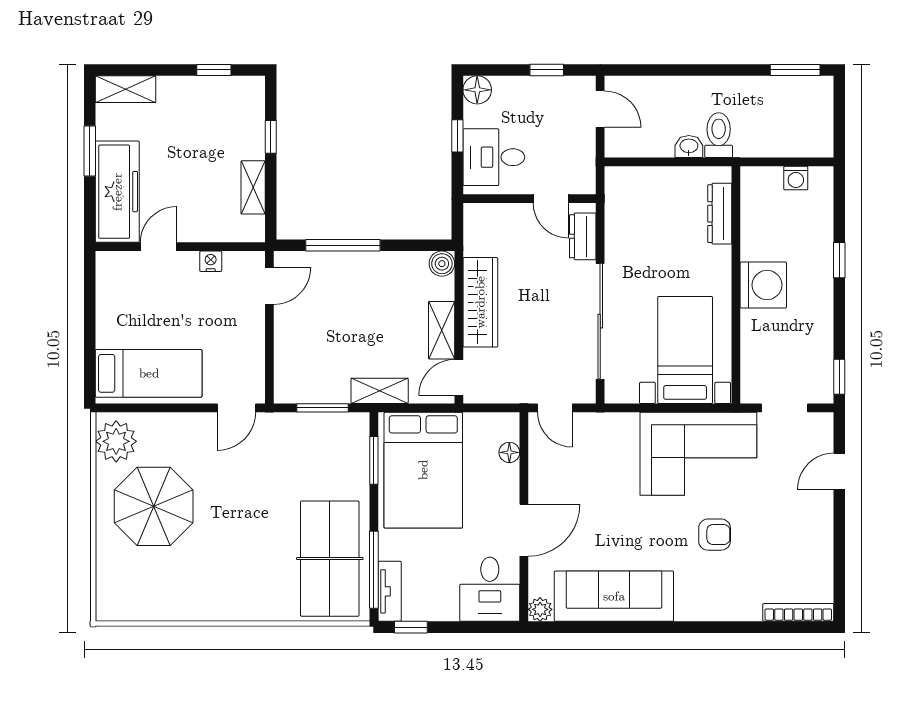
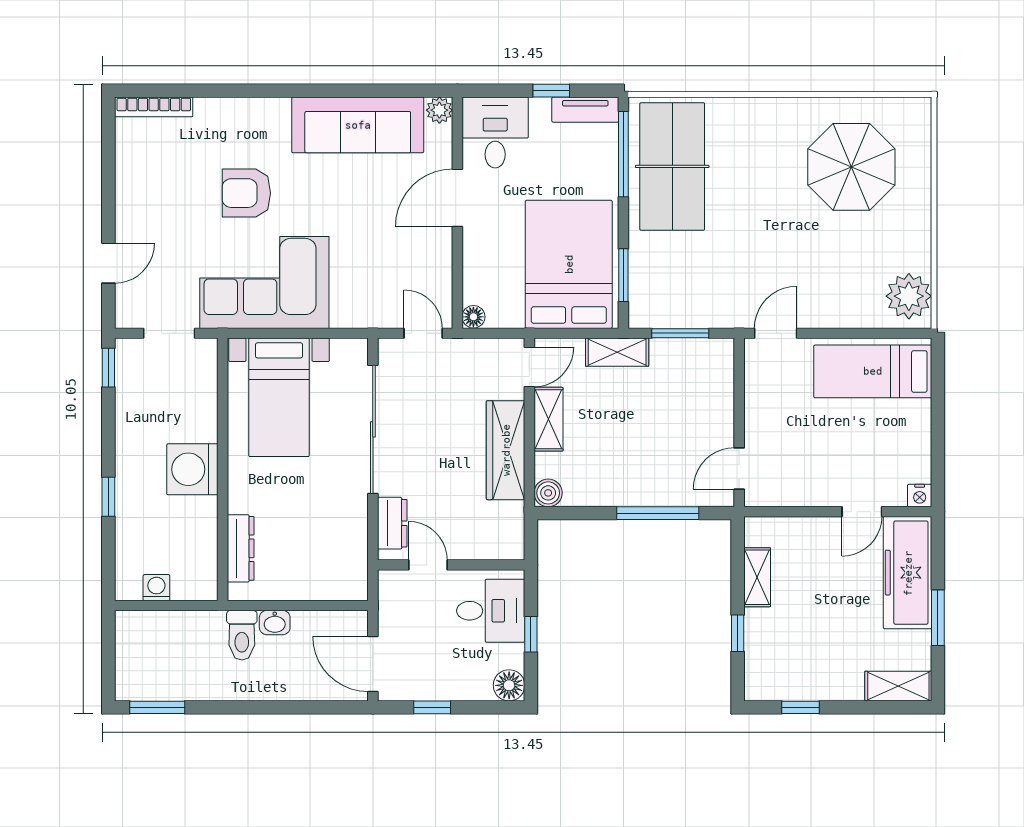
door: (600, 109) -> (373, 664), width x1.38
nightstand: (211, 261) -> (920, 496), moved
floor lamp: (509, 452) -> (473, 317), moved
parasol: (154, 506) -> (851, 167), moved
armchair: (715, 535) -> (246, 193), width x1.38, depth x1.38
tv unit: (390, 591) -> (585, 110), moved, turned -90
window: (411, 627) -> (551, 91), moved

